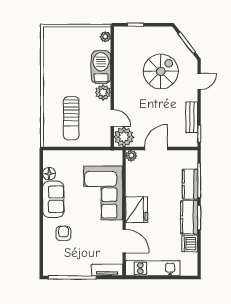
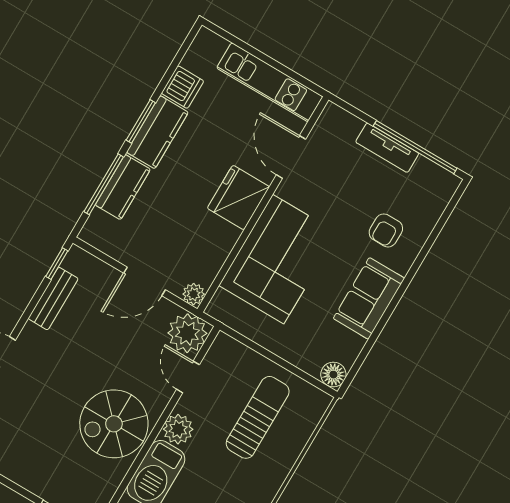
spiral stairs: (161, 71) -> (114, 424), moved
floor lamp: (49, 174) -> (333, 375), moved
tv unit: (107, 270) -> (387, 148), moved

